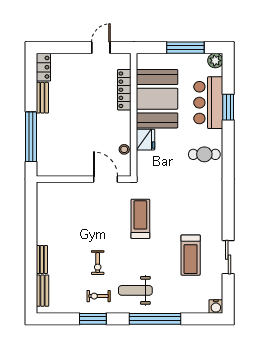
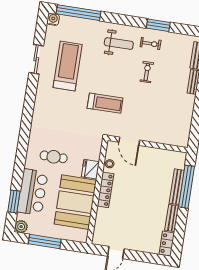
locker: (124, 90) -> (105, 190), moved
window: (228, 107) -> (14, 202), moved
bench: (42, 135) -> (177, 187), added
cafe table: (204, 154) -> (54, 157), moved
treadmill: (140, 219) -> (105, 103), turned -90
treadmill: (191, 255) -> (68, 66), width x1.37, depth x1.38
window: (155, 319) -> (78, 13), moved

